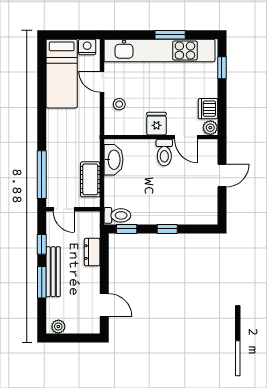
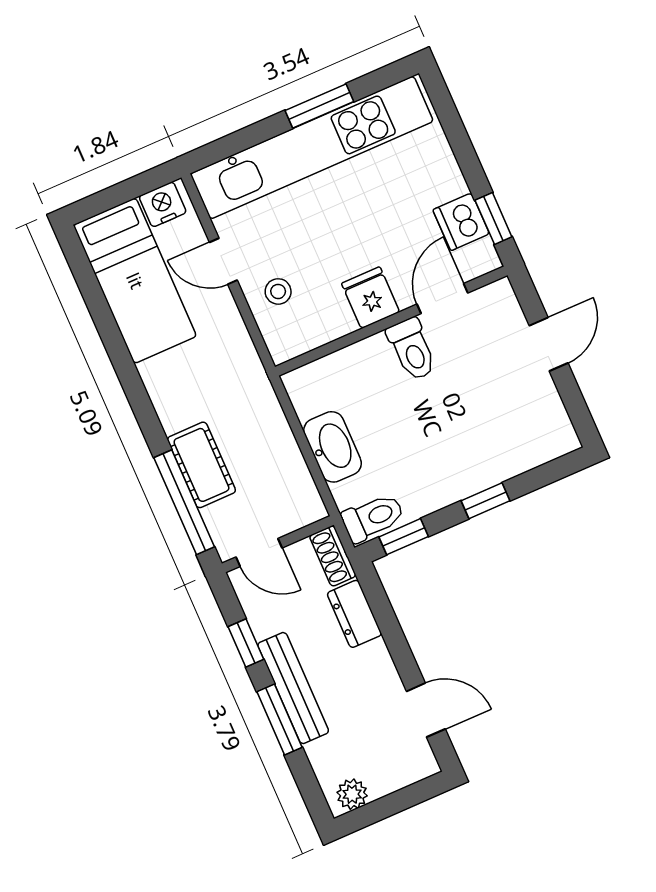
window: (222, 68) -> (493, 219), moved
plant: (210, 128) -> (483, 258), removed
door: (186, 137) -> (442, 299), swing flipped
washbasin: (113, 160) -> (333, 447), moved
cot: (90, 179) -> (201, 465), moved
shoe rack: (94, 224) -> (333, 556), added

